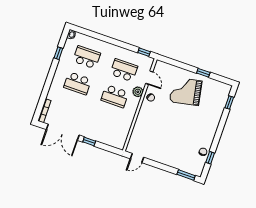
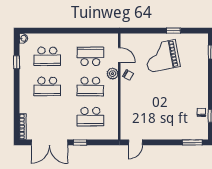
window: (144, 52) -> (105, 31), removed
school desk: (87, 57) -> (47, 56), turned 180
school desk: (106, 122) -> (90, 117), added

